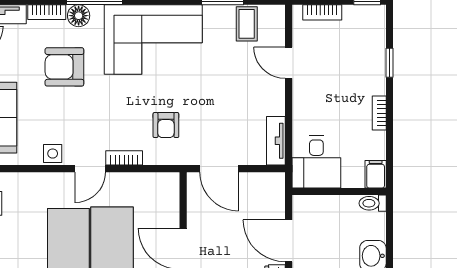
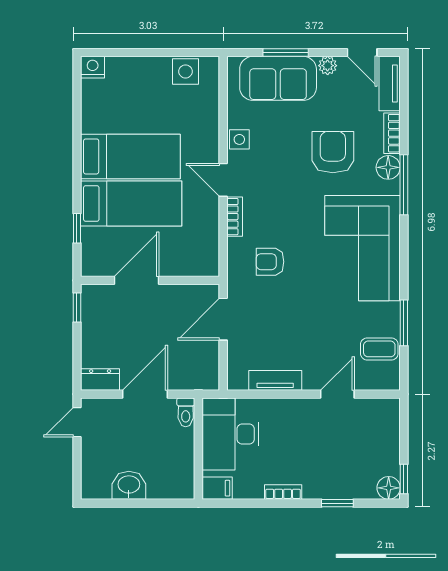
bookcase: (322, 12) -> (392, 431), removed
floor lamp: (375, 15) -> (389, 488), added
tv unit: (276, 141) -> (275, 380), moved
desk: (316, 162) -> (230, 434), width x1.37
toilet: (373, 203) -> (186, 412), moved, turned 180

